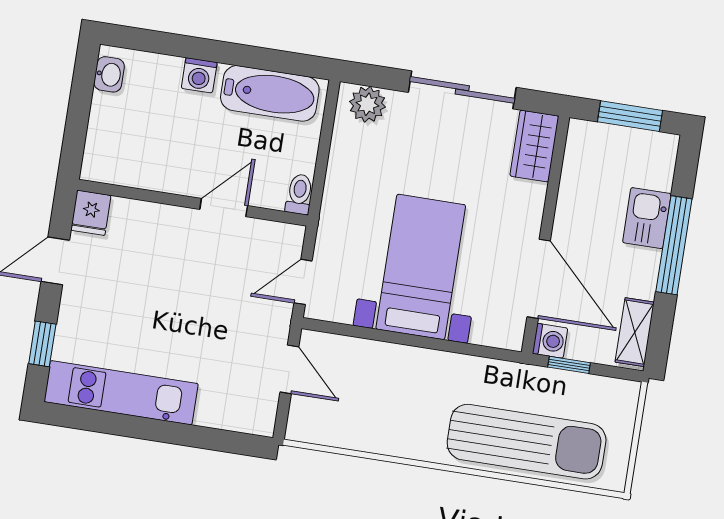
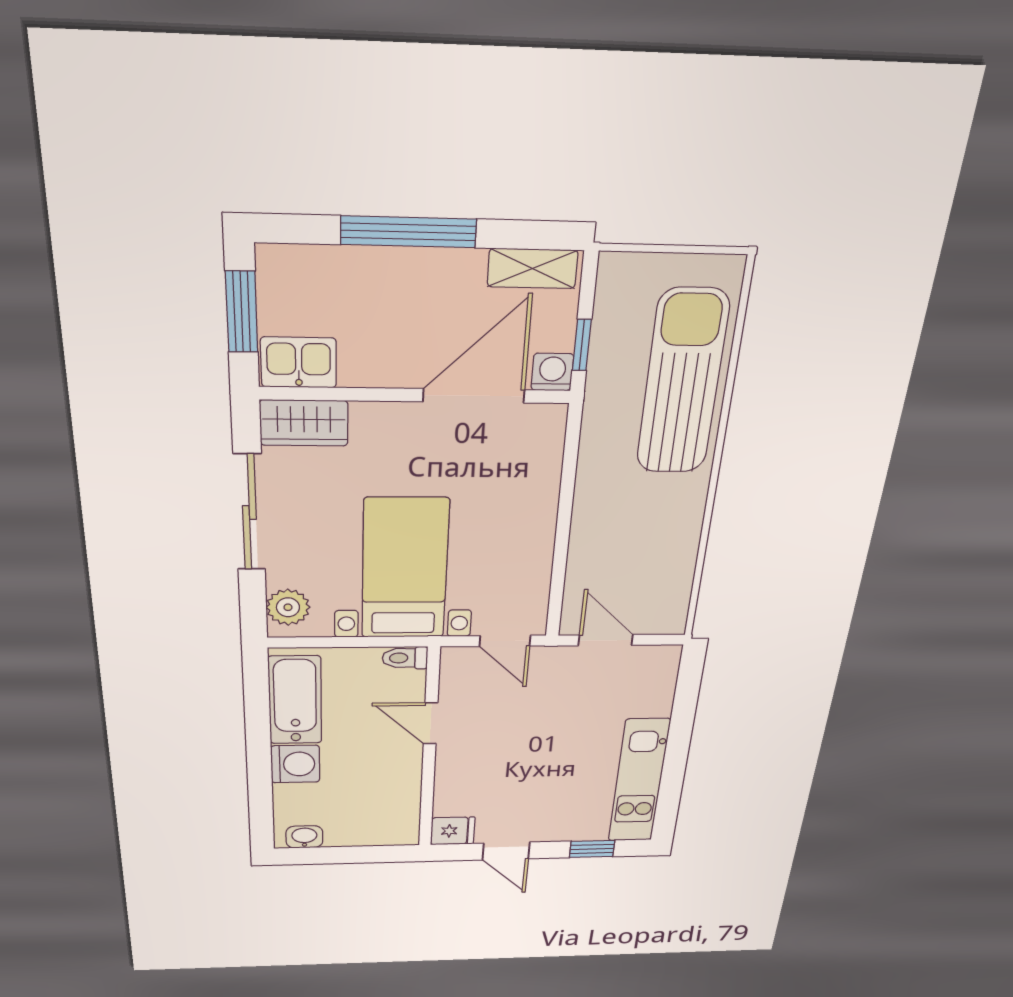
washing machine: (199, 75) -> (295, 764), width x1.38, depth x1.38
kitchen sink: (647, 218) -> (299, 363), moved, turned 180
bed with nightstands: (421, 267) -> (405, 569), moved, turned 90
door: (289, 369) -> (606, 640), hinge flipped

